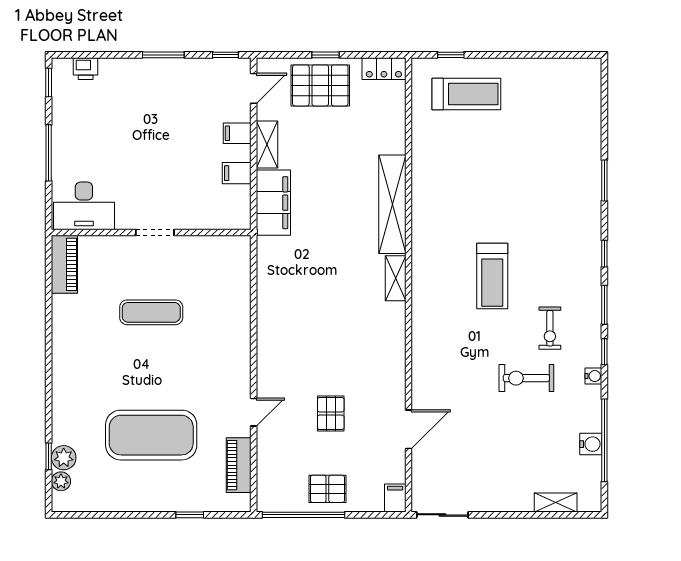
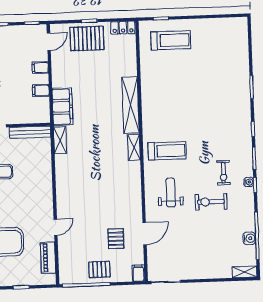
shelving: (267, 144) -> (60, 140), moved
bench: (215, 245) -> (30, 132), added
treadmill: (492, 276) -> (167, 151), moved, turned -90
weight bench: (456, 359) -> (171, 193), added
water cooler: (593, 376) -> (249, 182), moved
pallet: (331, 413) -> (116, 239), moved
shelving: (556, 503) -> (244, 272), moved

